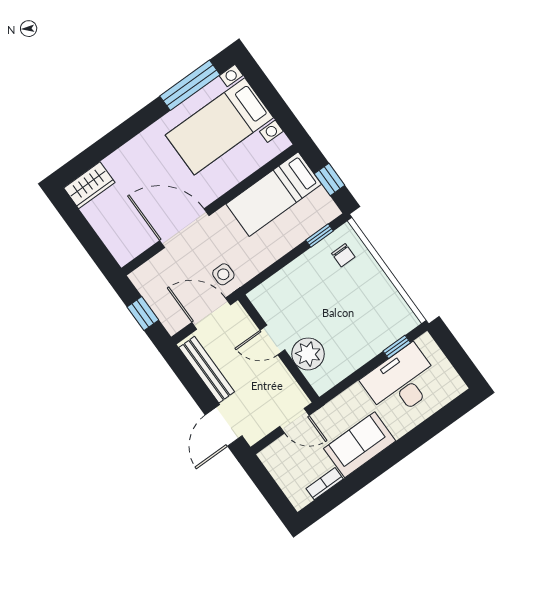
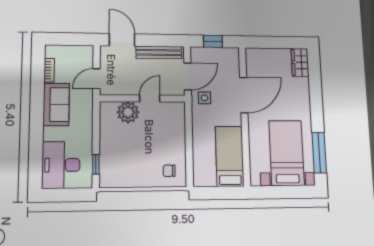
window: (330, 179) -> (217, 193), removed
window: (319, 236) -> (189, 165), removed
desk: (401, 382) -> (61, 165), moved, turned 180

